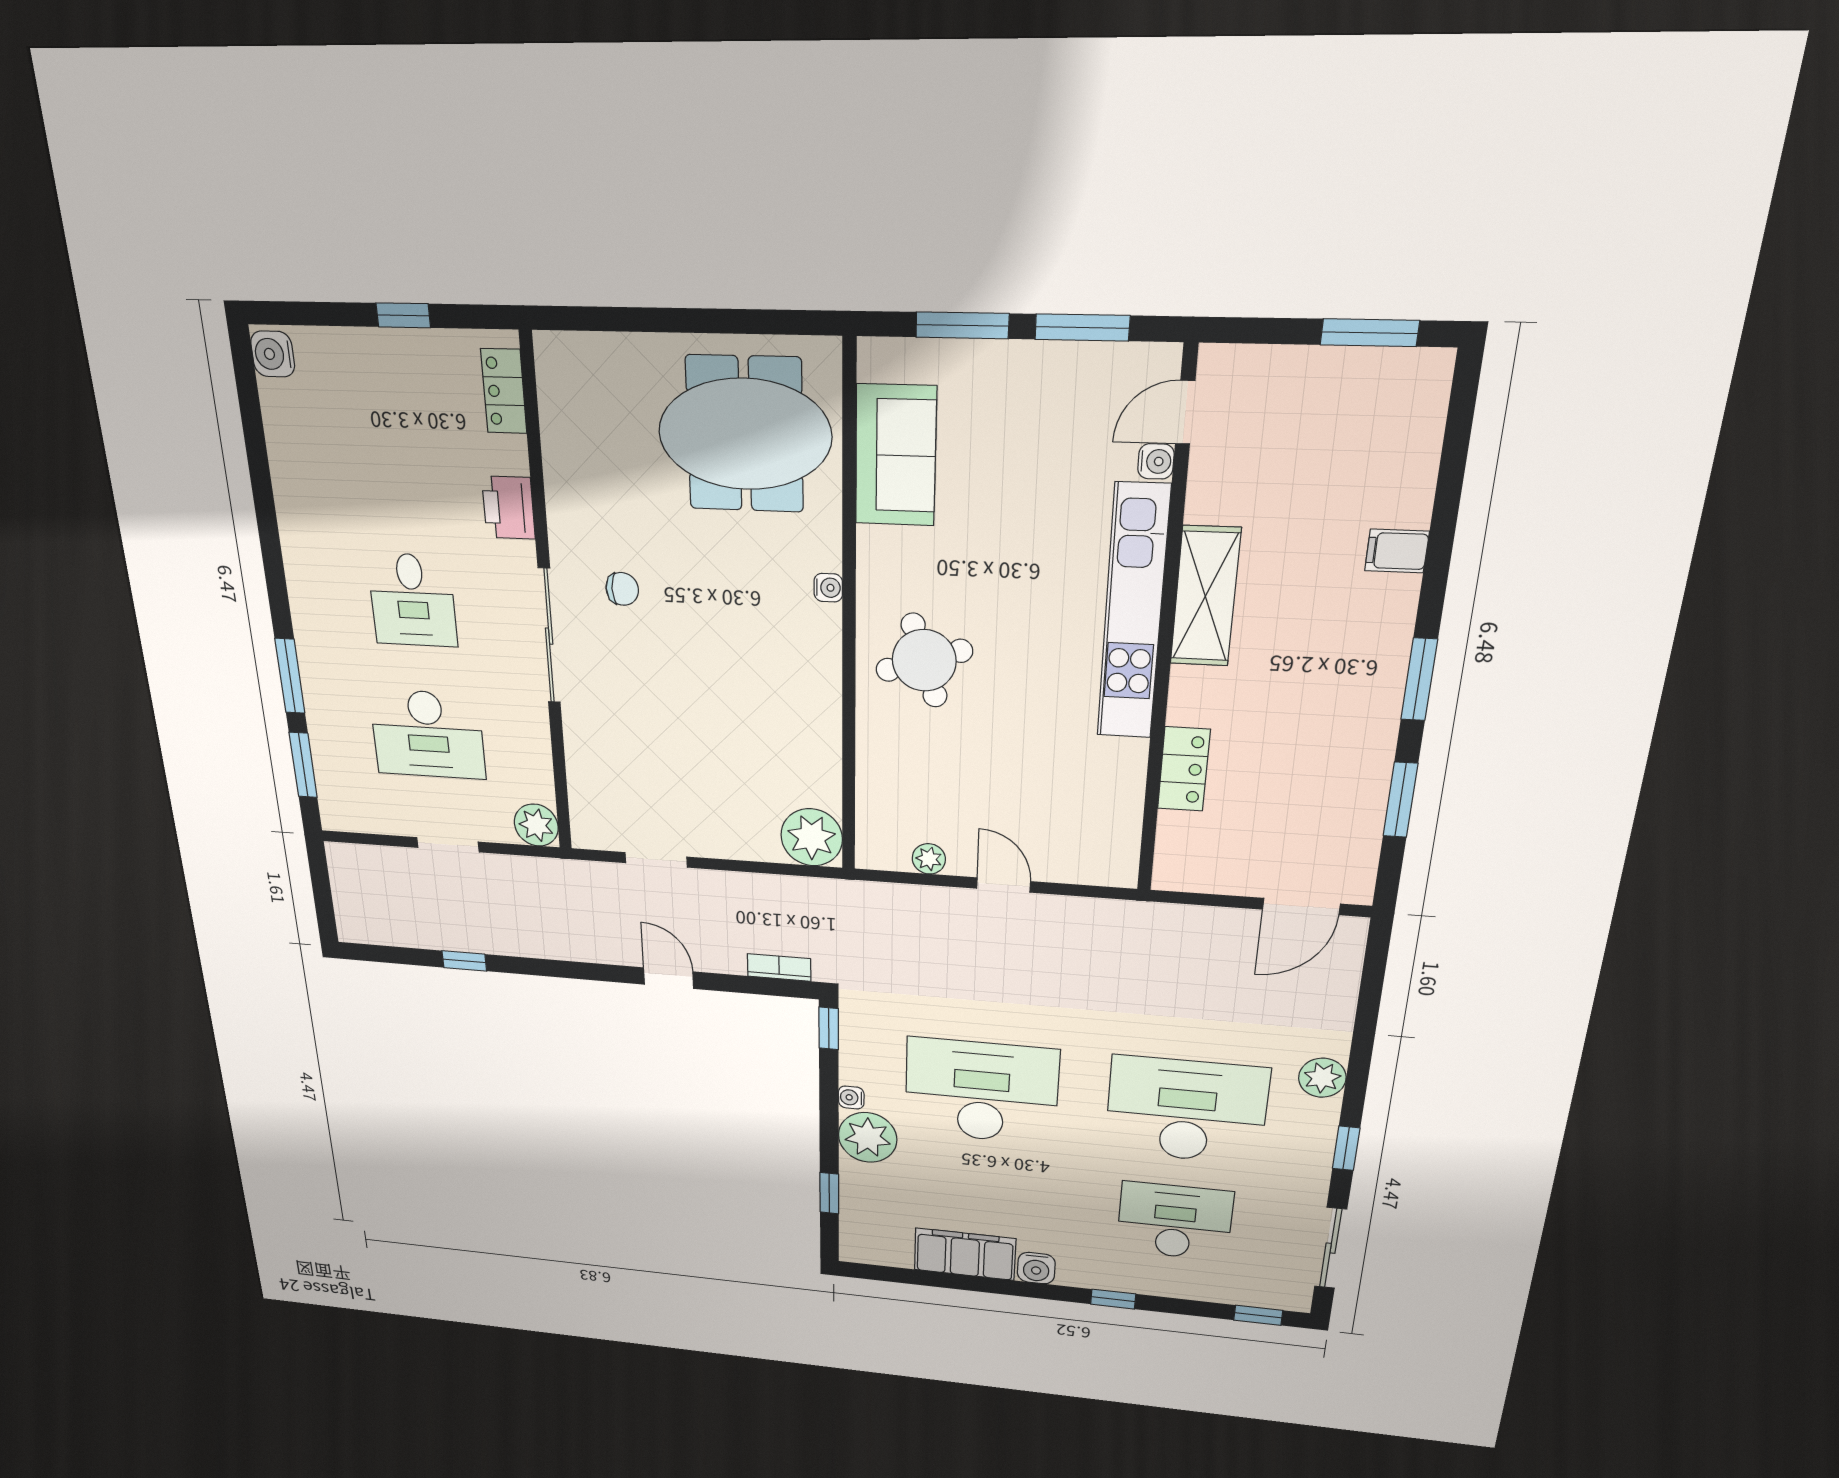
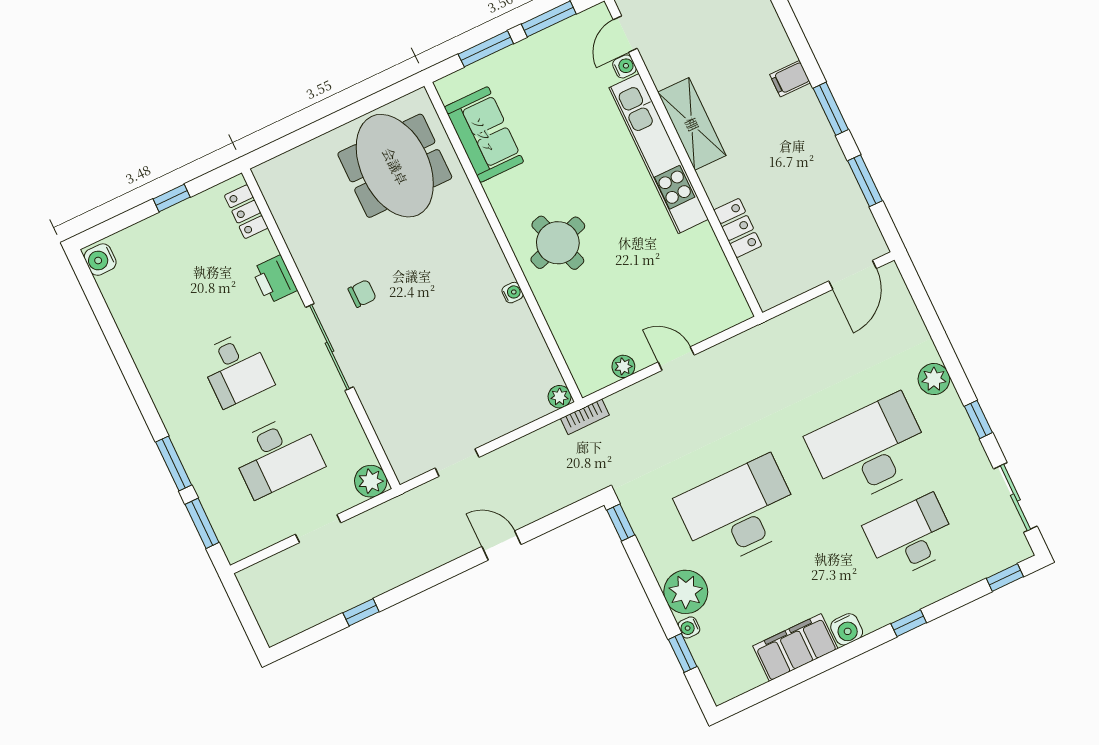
meeting table: (745, 434) -> (395, 166), turned 90
filing cabinet: (1397, 551) -> (790, 79), moved
water cooler: (828, 588) -> (512, 293), moved
plant: (812, 837) -> (560, 397), width x0.53, depth x0.53
bookcase: (779, 967) -> (585, 417), moved, turned 180
water cooler: (851, 1098) -> (689, 627), moved

